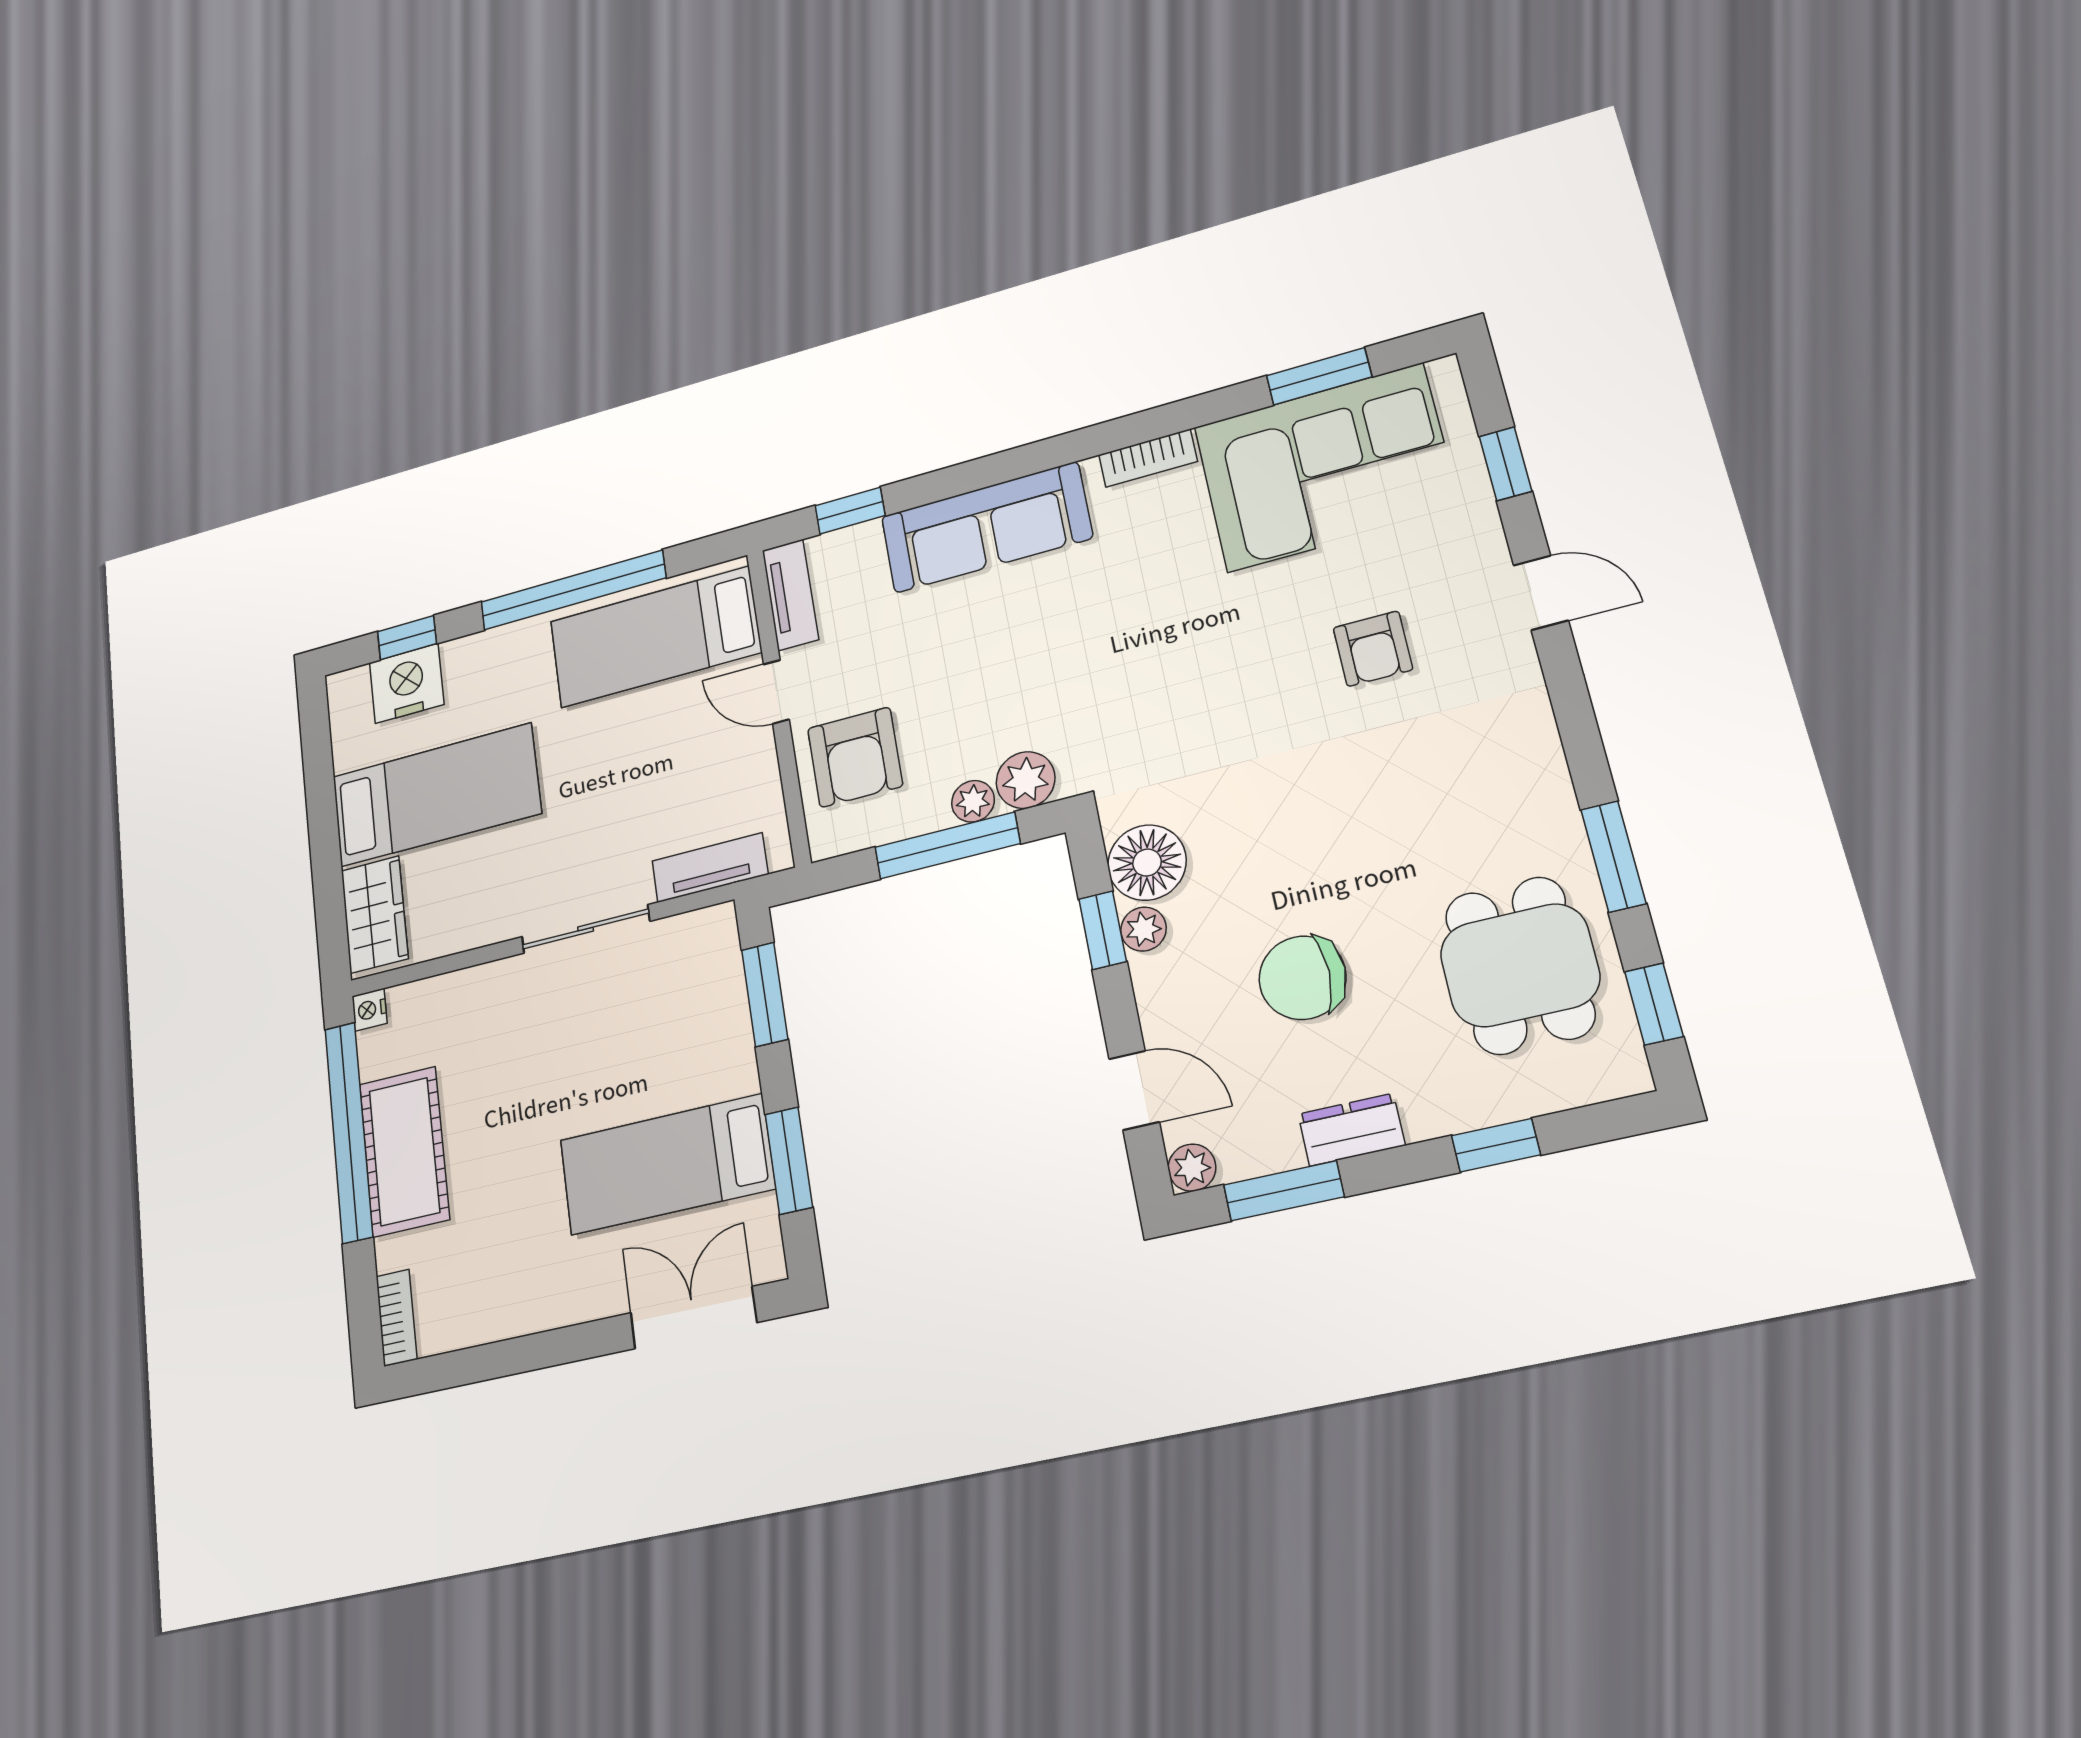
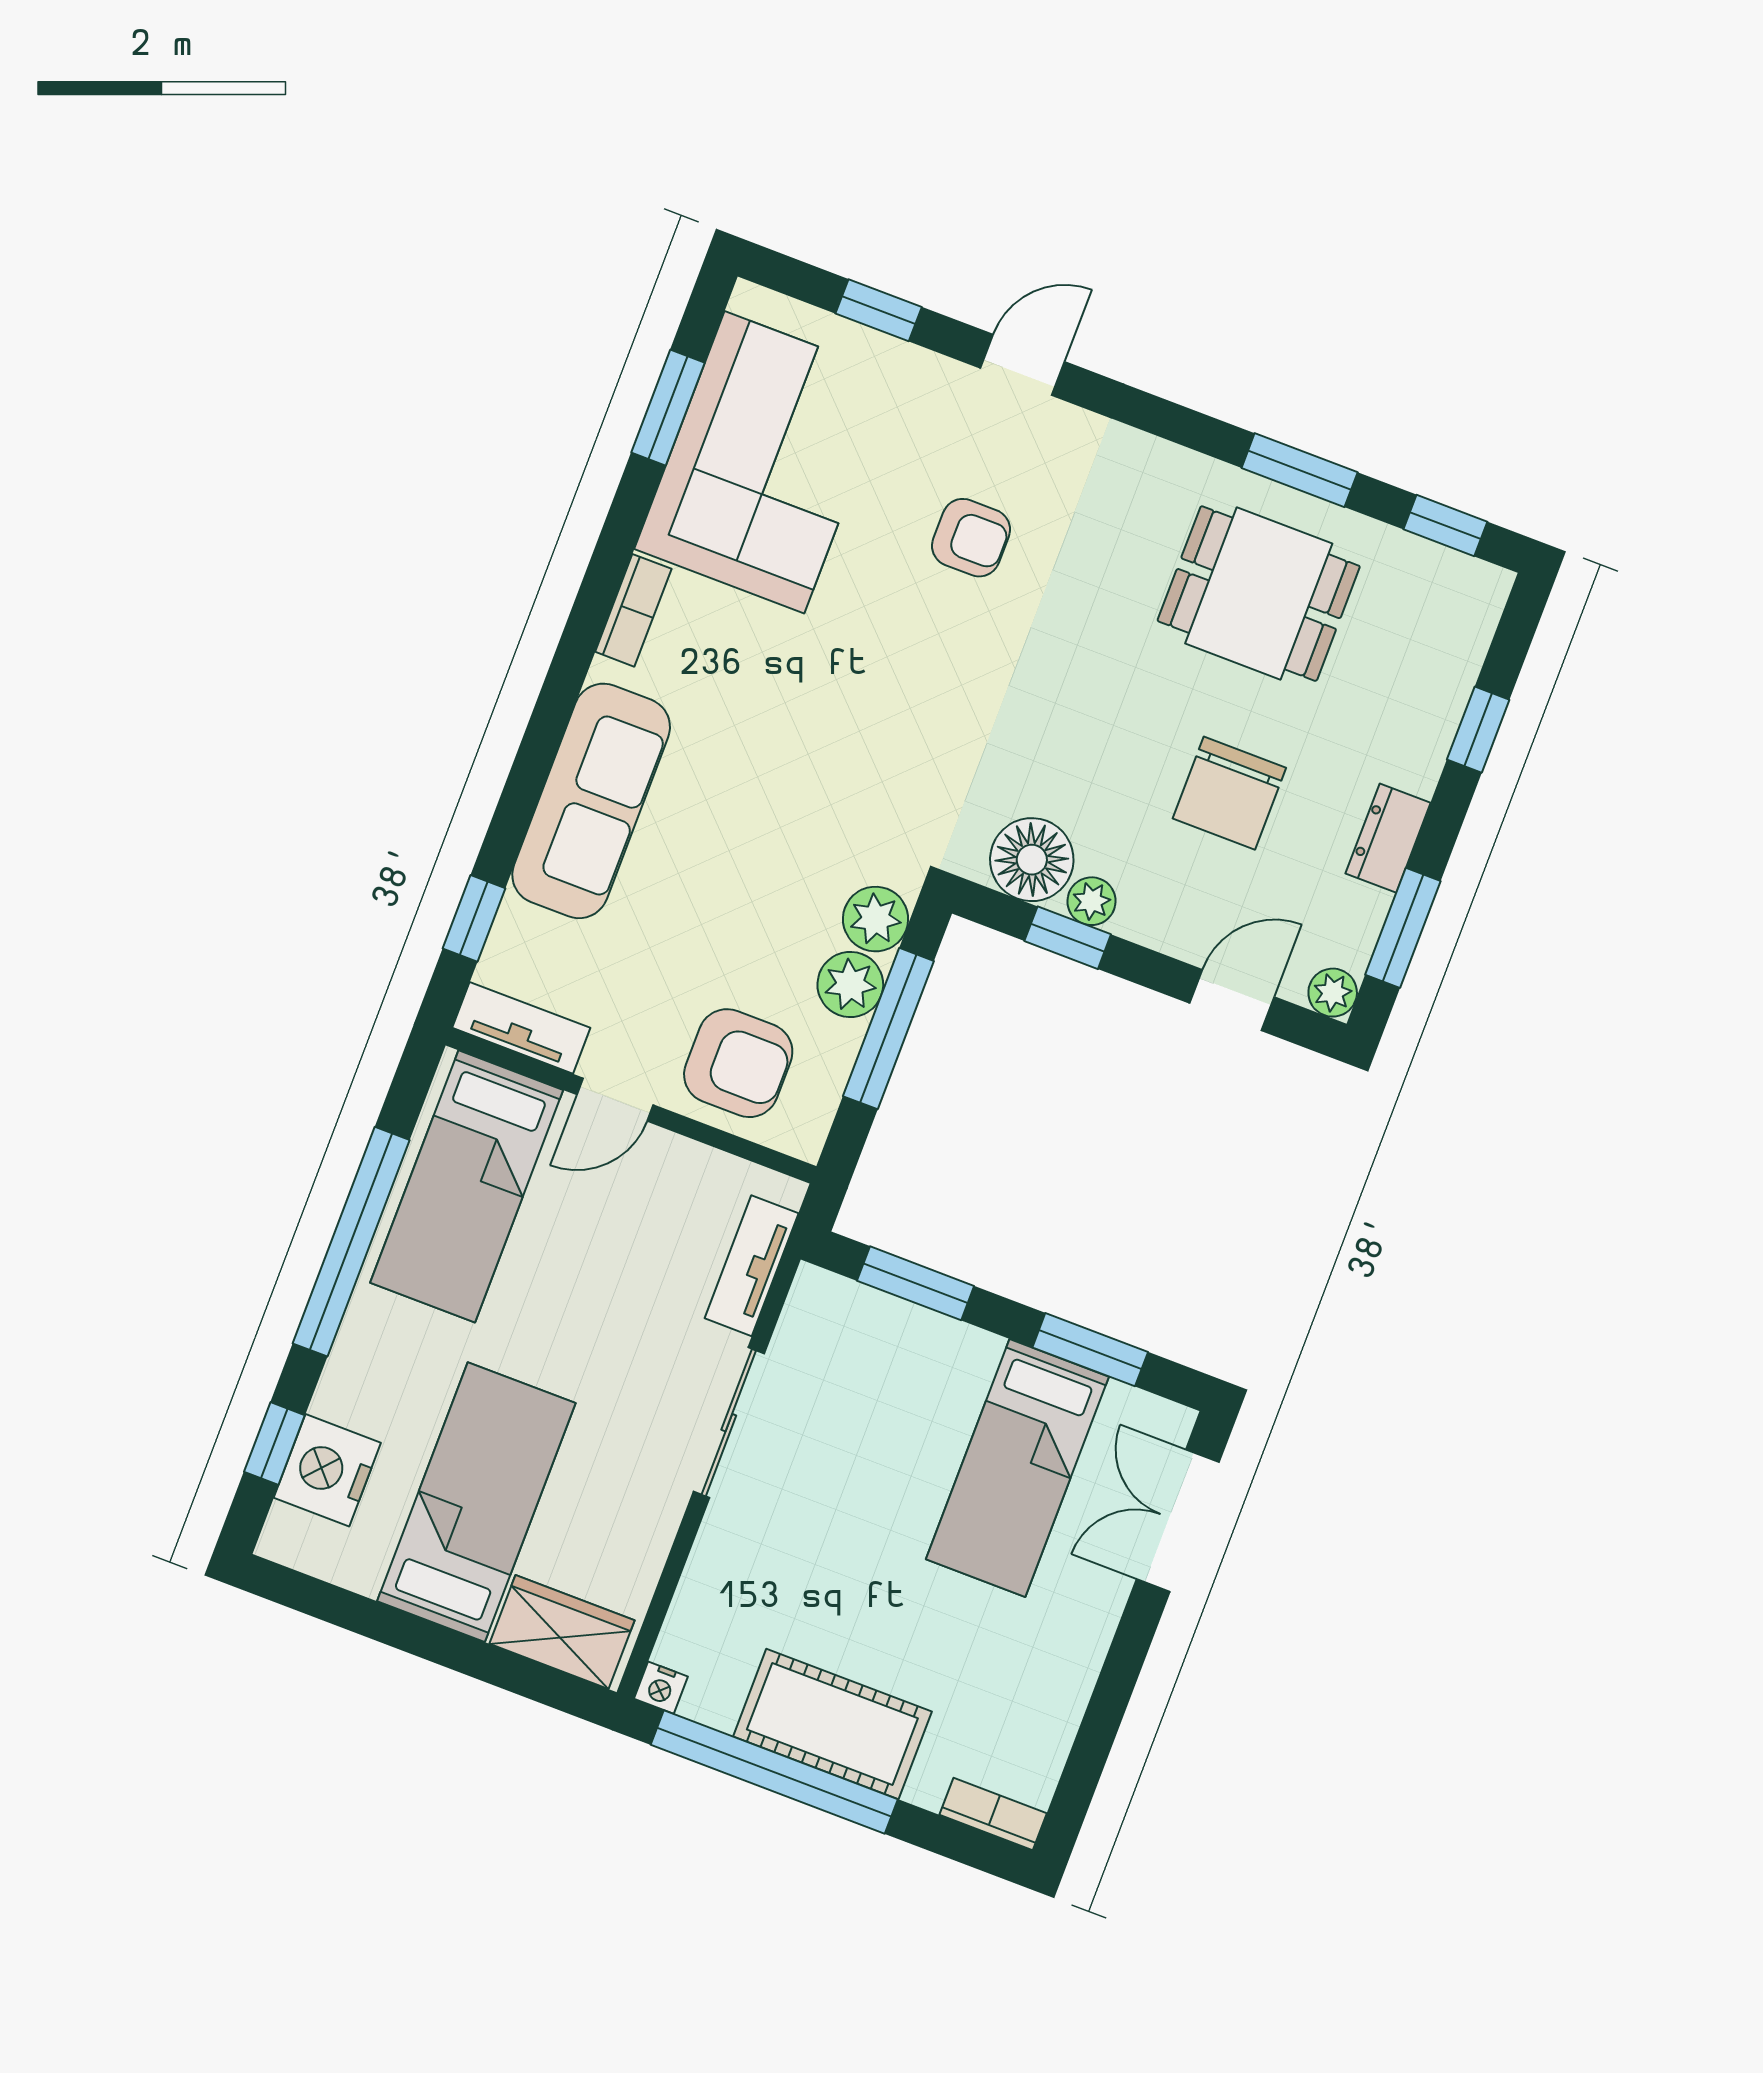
plant: (973, 801) -> (850, 985), width x1.38, depth x1.38
dining table: (1520, 965) -> (1259, 594), moved

